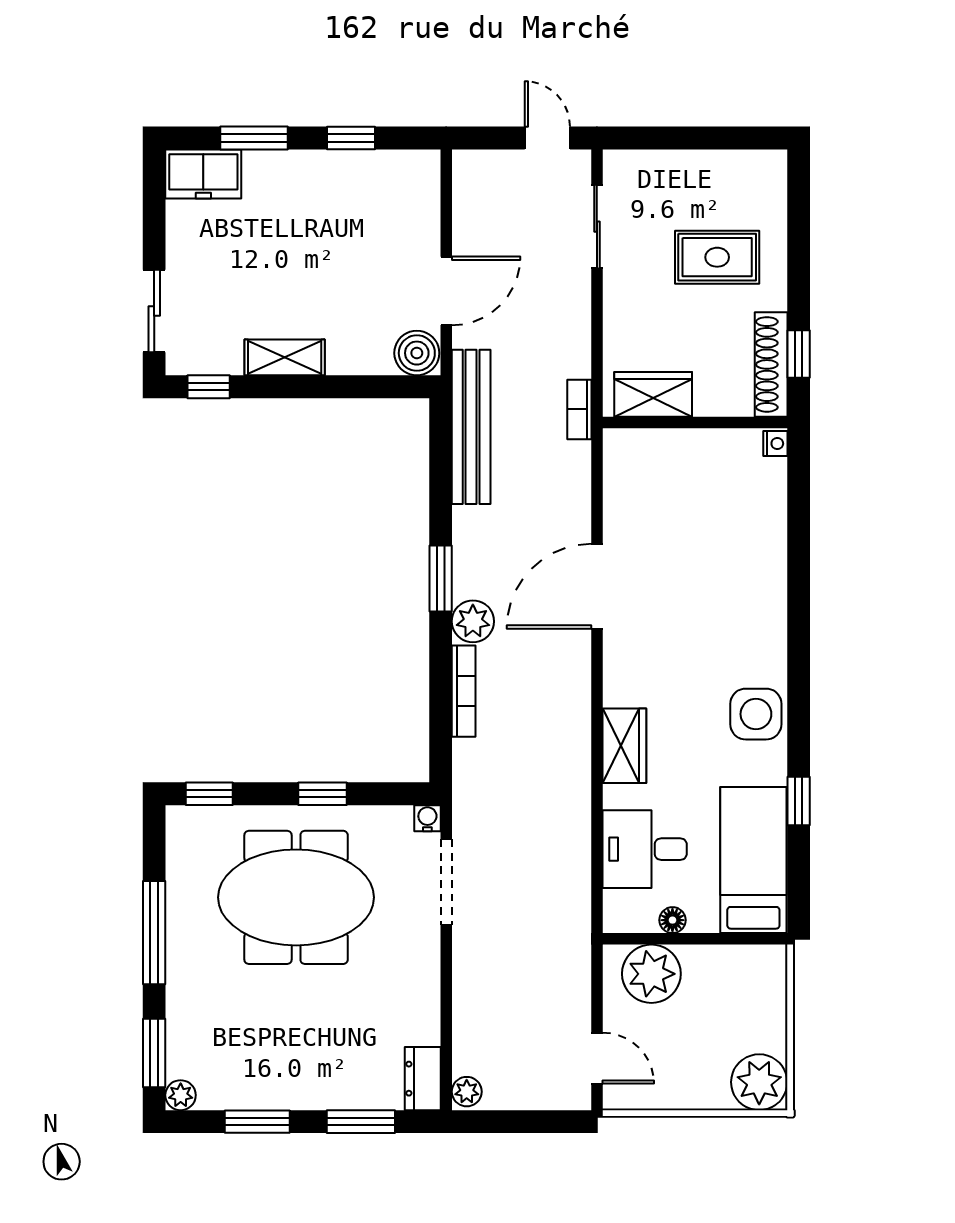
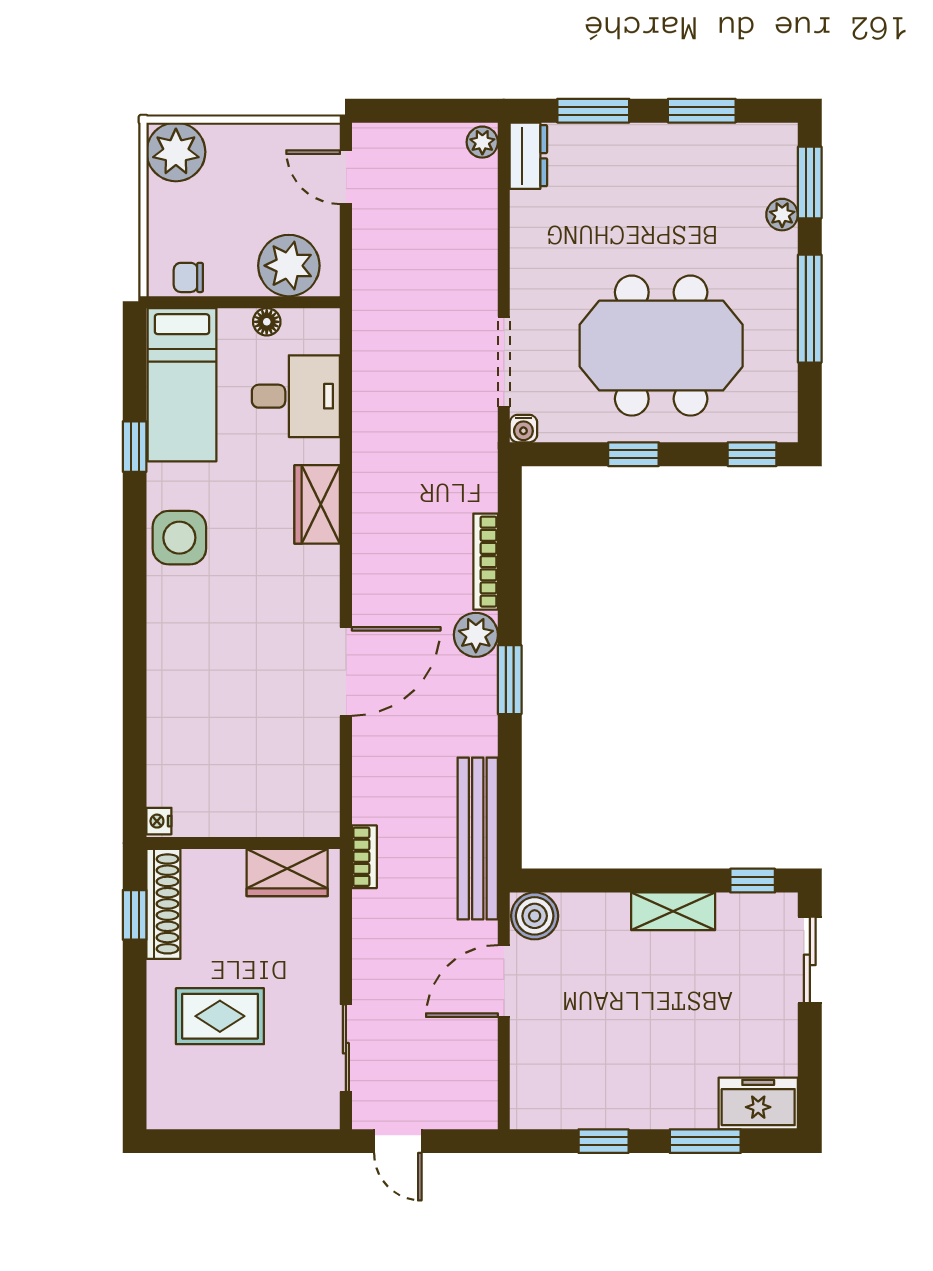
chair: (747, 962) -> (188, 277), added
plant: (181, 1095) -> (782, 215), moved

